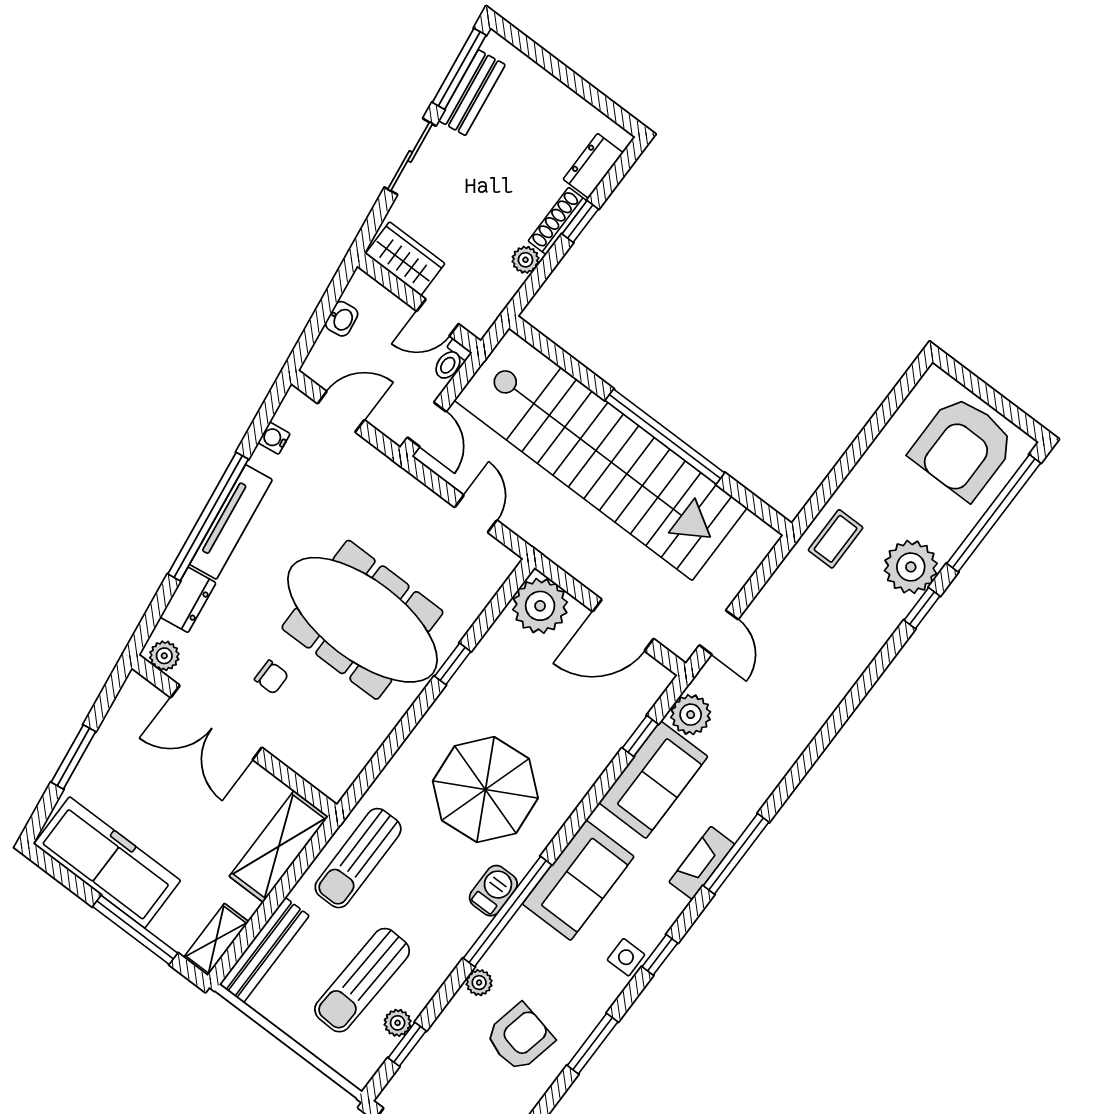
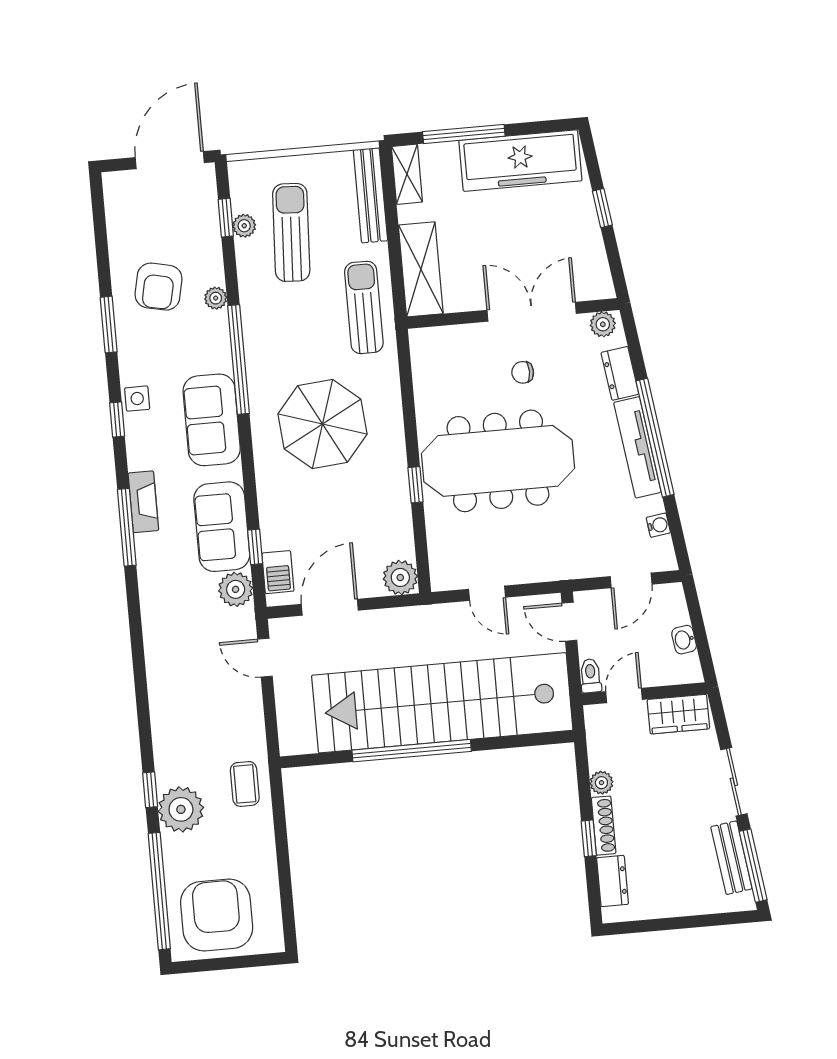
plant: (540, 606) -> (400, 577), width x0.73, depth x0.73
window: (73, 757) -> (602, 208), width x0.67
barbecue: (493, 891) -> (278, 572), moved

